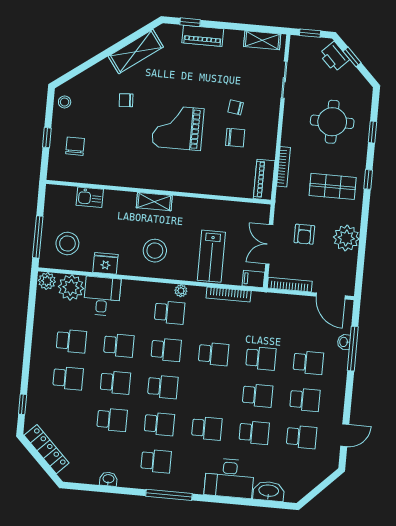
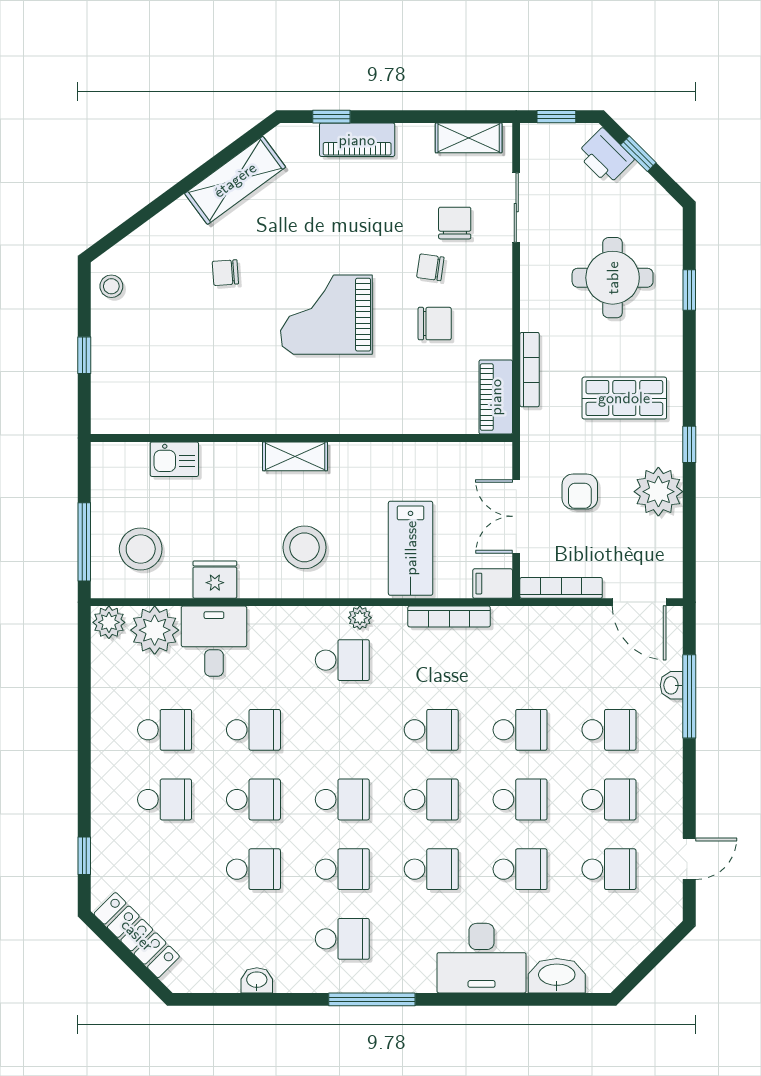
chair: (75, 146) -> (455, 223), moved
window: (368, 179) -> (689, 444), moved
school desk: (166, 350) -> (431, 799), moved

